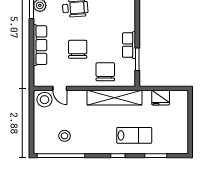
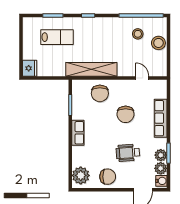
row of seats: (129, 45) -> (78, 133), moved
fridge: (161, 98) -> (30, 68), moved, turned 90
stool: (44, 100) -> (158, 43), moved
lab bench: (134, 135) -> (57, 37), moved, turned 180

